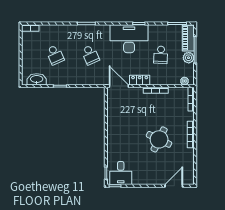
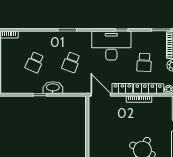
school desk: (55, 55) -> (35, 62), turned 48
school desk: (90, 55) -> (71, 62), turned 45
washbasin: (37, 79) -> (53, 88), moved
locker: (165, 80) -> (149, 89), added

